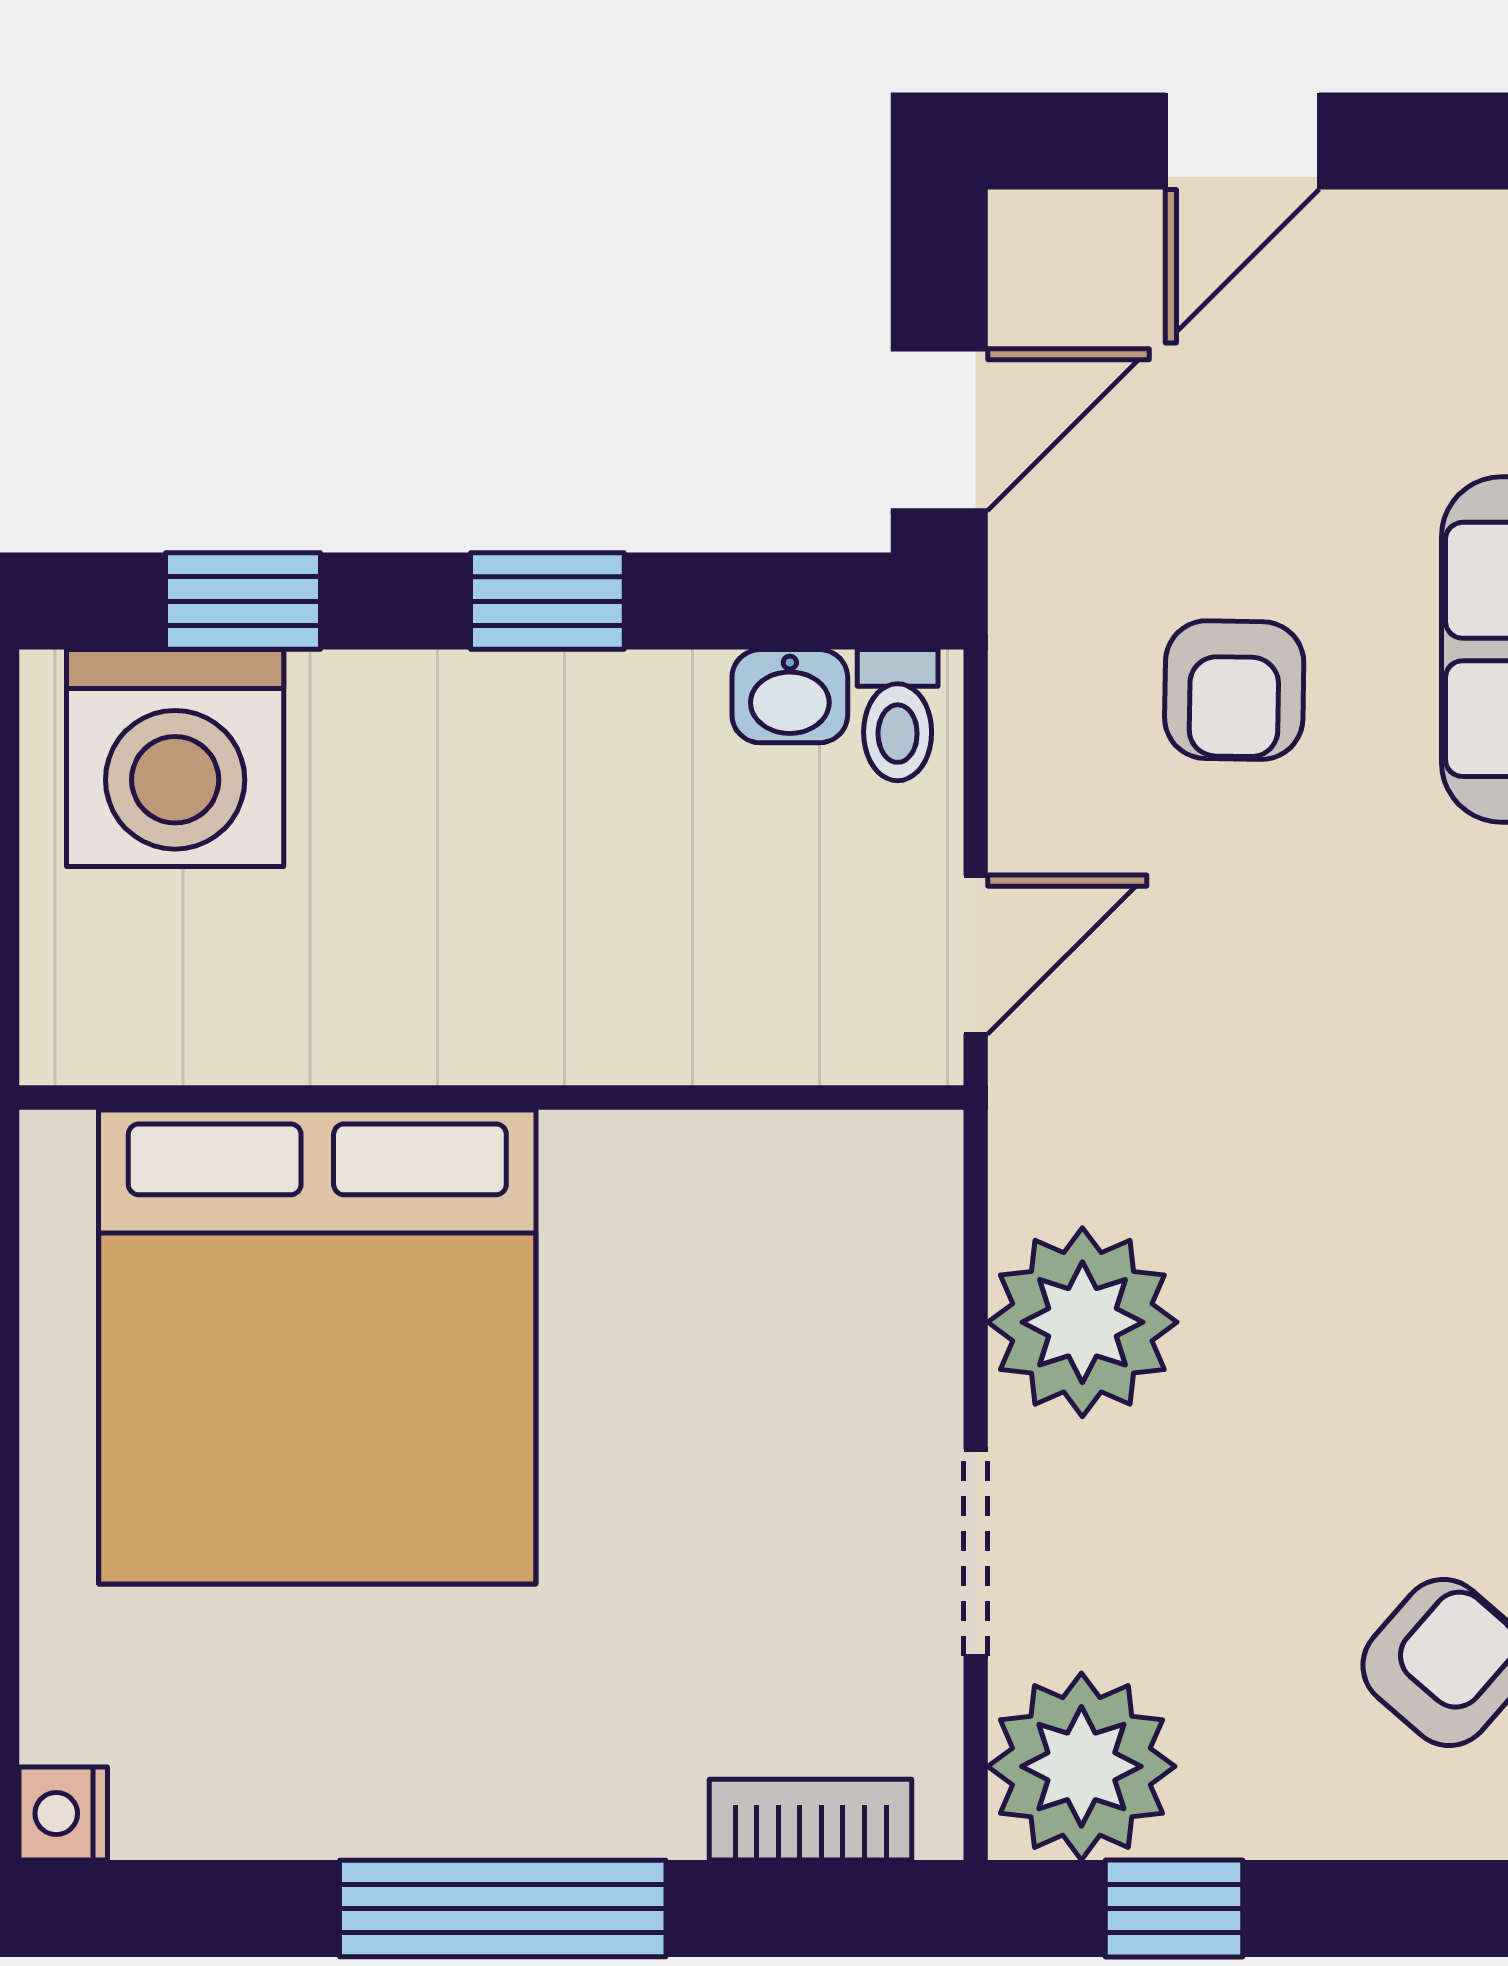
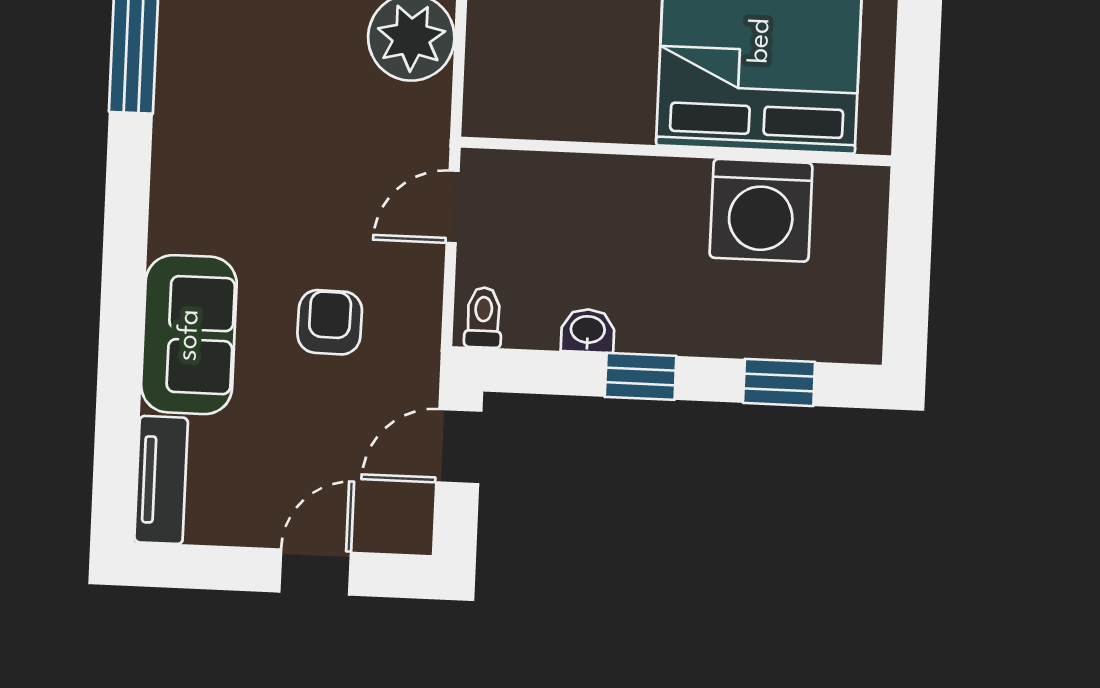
washbasin: (790, 696) -> (588, 331), moved
washing machine: (175, 758) -> (761, 210), moved, turned 180

